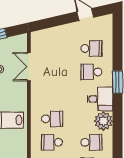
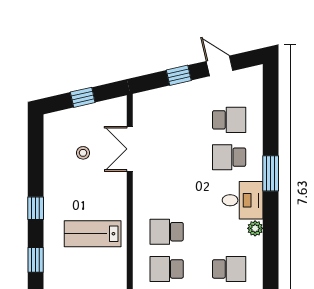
window: (60, 20) -> (179, 75), added
school desk: (52, 119) -> (167, 232), turned 180
plant: (103, 121) -> (255, 228), width x0.53, depth x0.53

